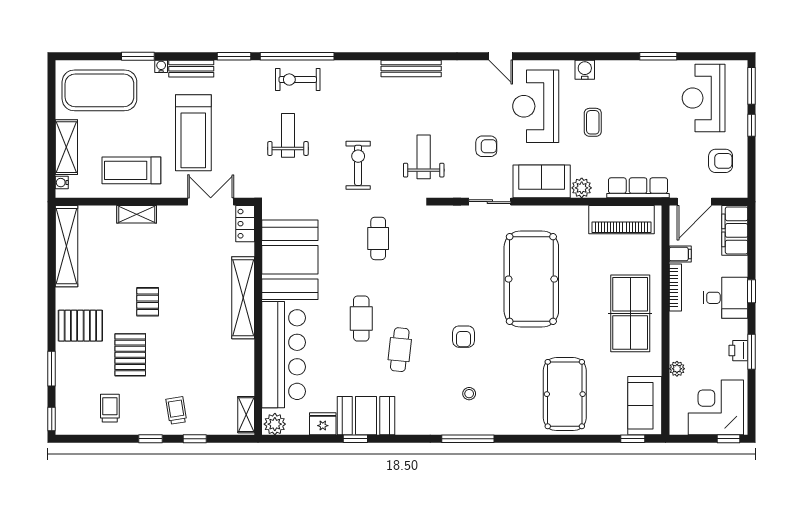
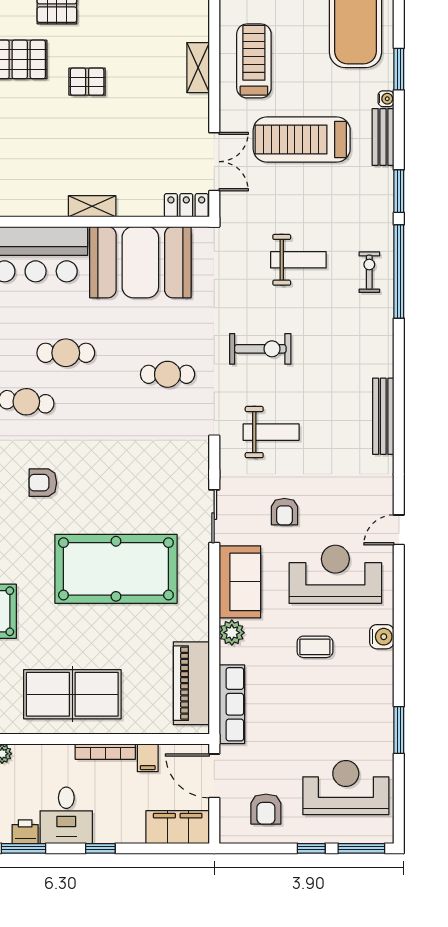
exercise bike: (298, 80) -> (369, 272), width x0.73, depth x0.72
shelving: (243, 298) -> (92, 206), width x0.45, depth x0.75
desk: (725, 298) -> (66, 815), moved

